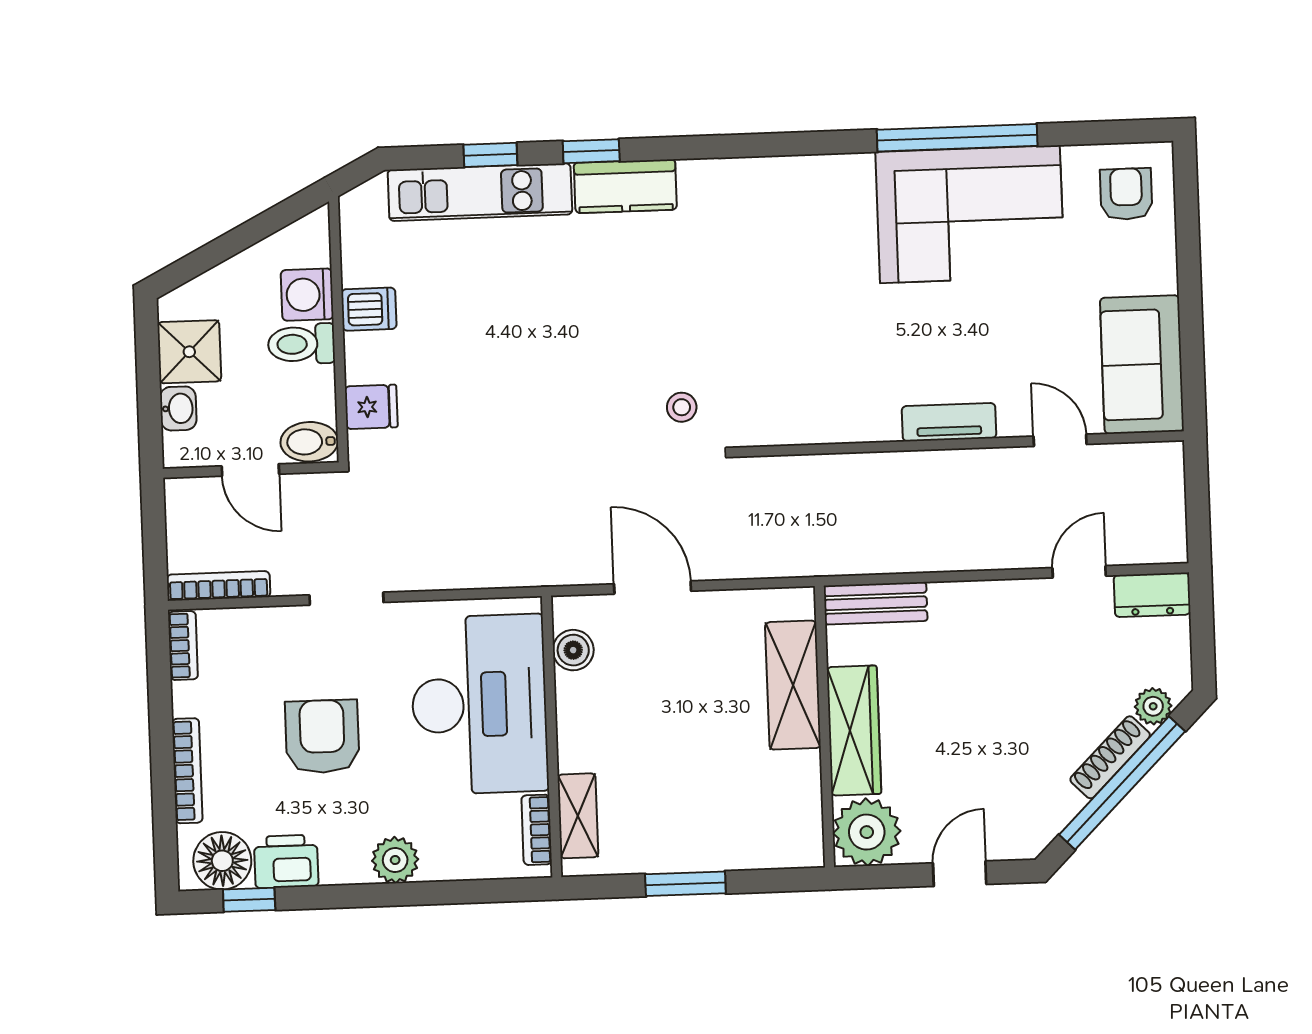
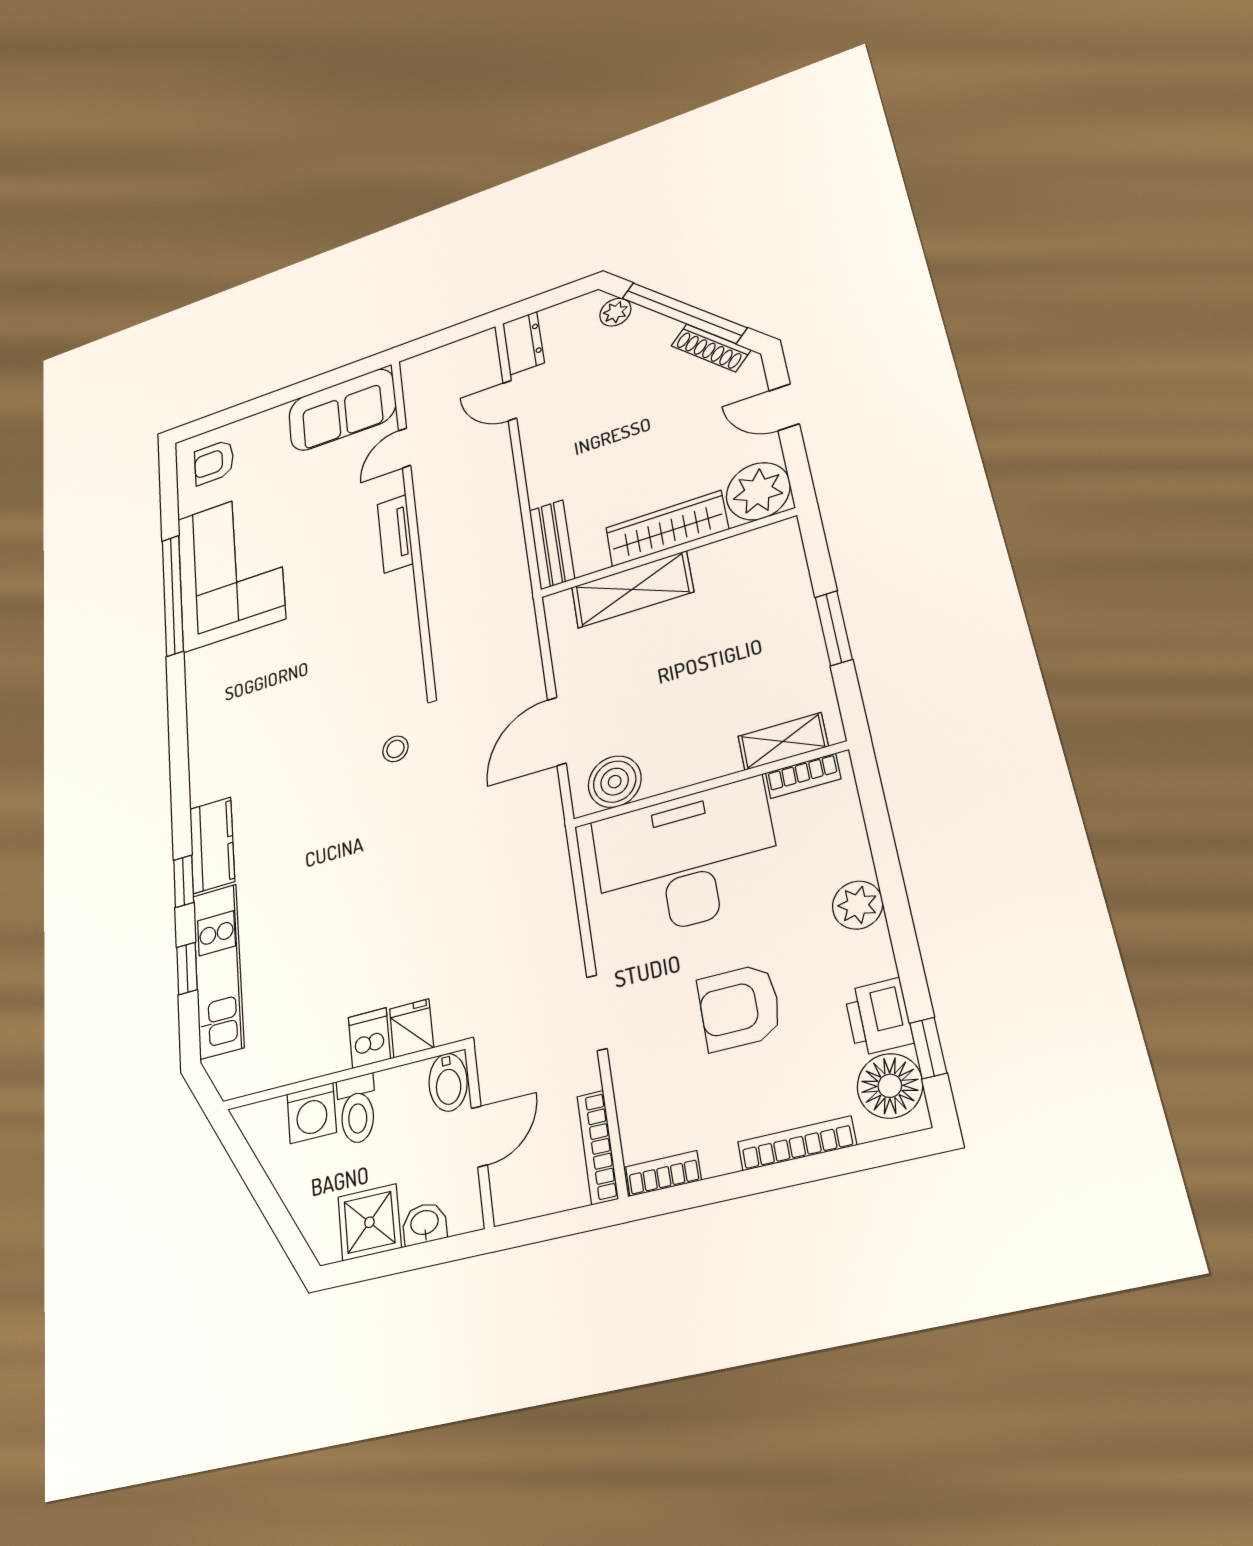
dishwasher: (369, 309) -> (369, 1038), moved
boiler: (573, 650) -> (615, 782), width x1.36, depth x1.36
shoe rack: (1110, 757) -> (711, 348), moved

